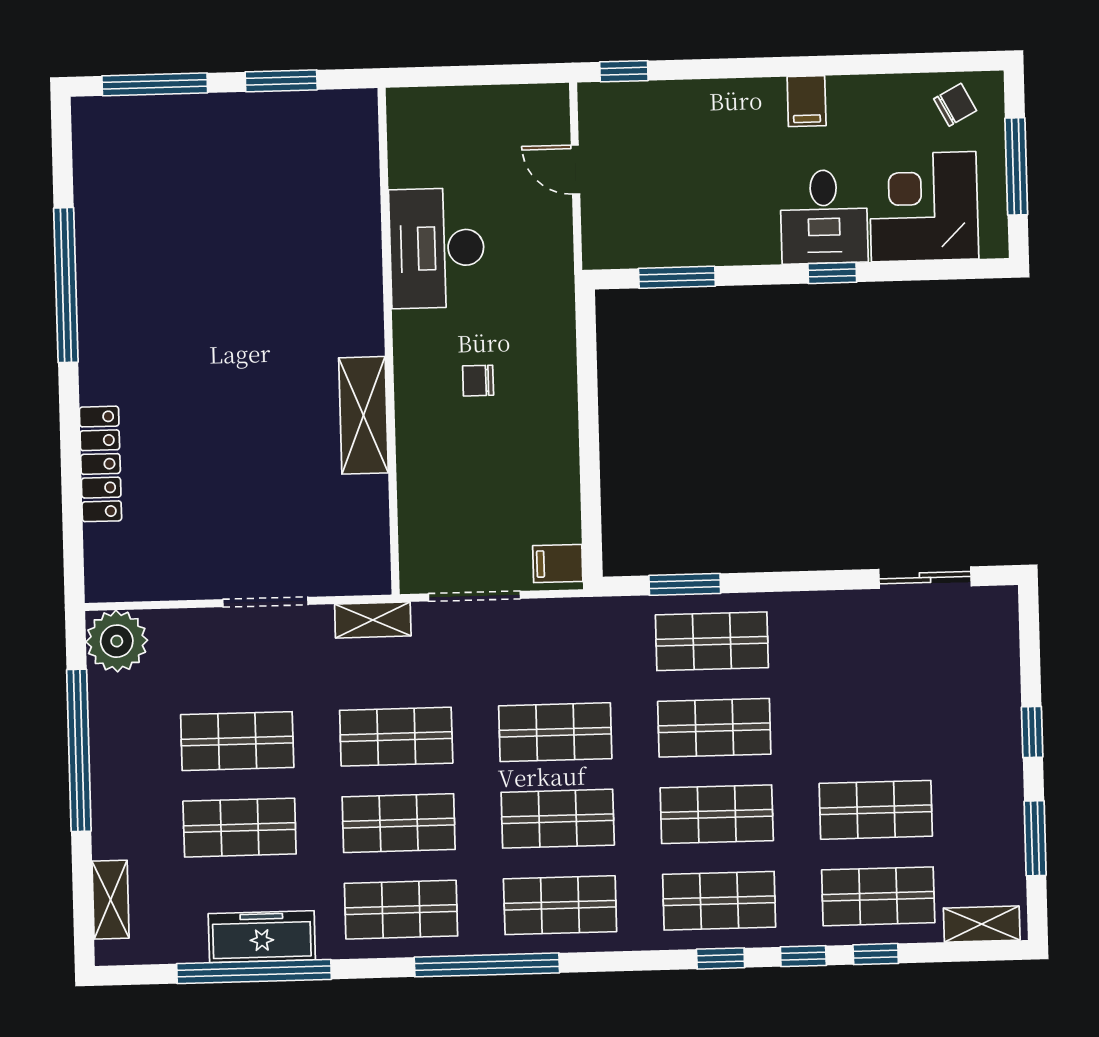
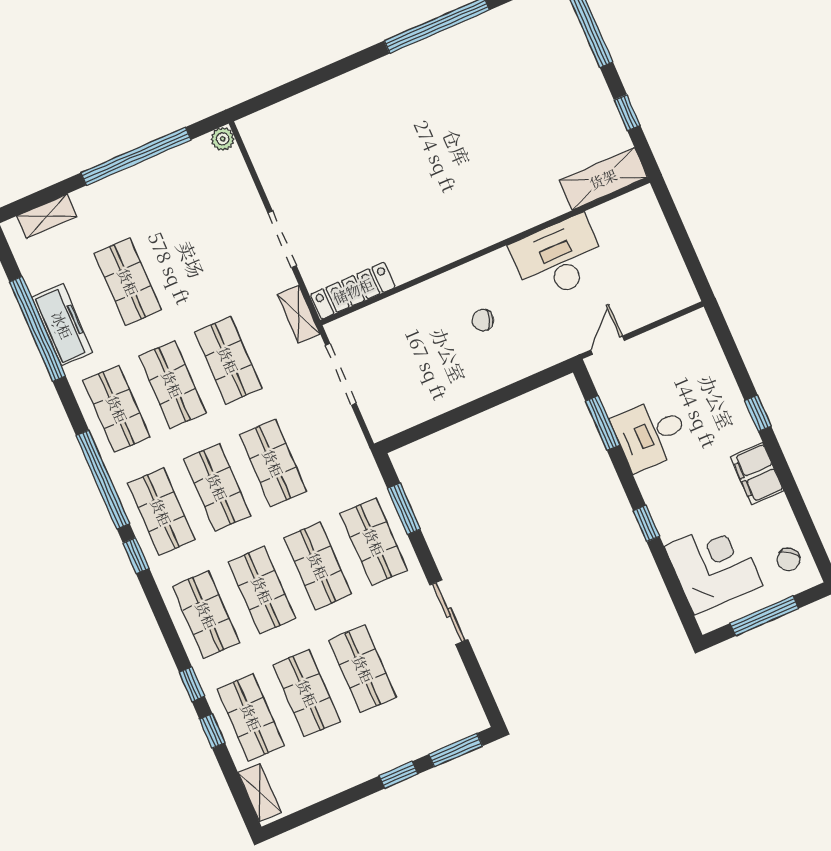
window: (624, 71) -> (758, 413), moved
window: (281, 81) -> (627, 113), width x0.67
filing cabinet: (807, 101) -> (757, 474), width x2.00
chair: (955, 105) -> (789, 560), turned 63
door: (575, 169) -> (608, 345), moved
desk: (824, 217) -> (651, 434), moved
chair: (478, 381) -> (483, 320), turned -72
shelving: (363, 415) -> (603, 179), moved
locker: (100, 464) -> (353, 291), moved, turned 180
filing cabinet: (558, 564) -> (384, 420), removed
sliding door: (925, 578) -> (449, 612), moved
plant: (117, 641) -> (223, 139), width x0.53, depth x0.53
shop shelf: (237, 741) -> (363, 669), moved
window: (1035, 838) -> (456, 750), moved
window: (721, 958) -> (136, 556), moved

